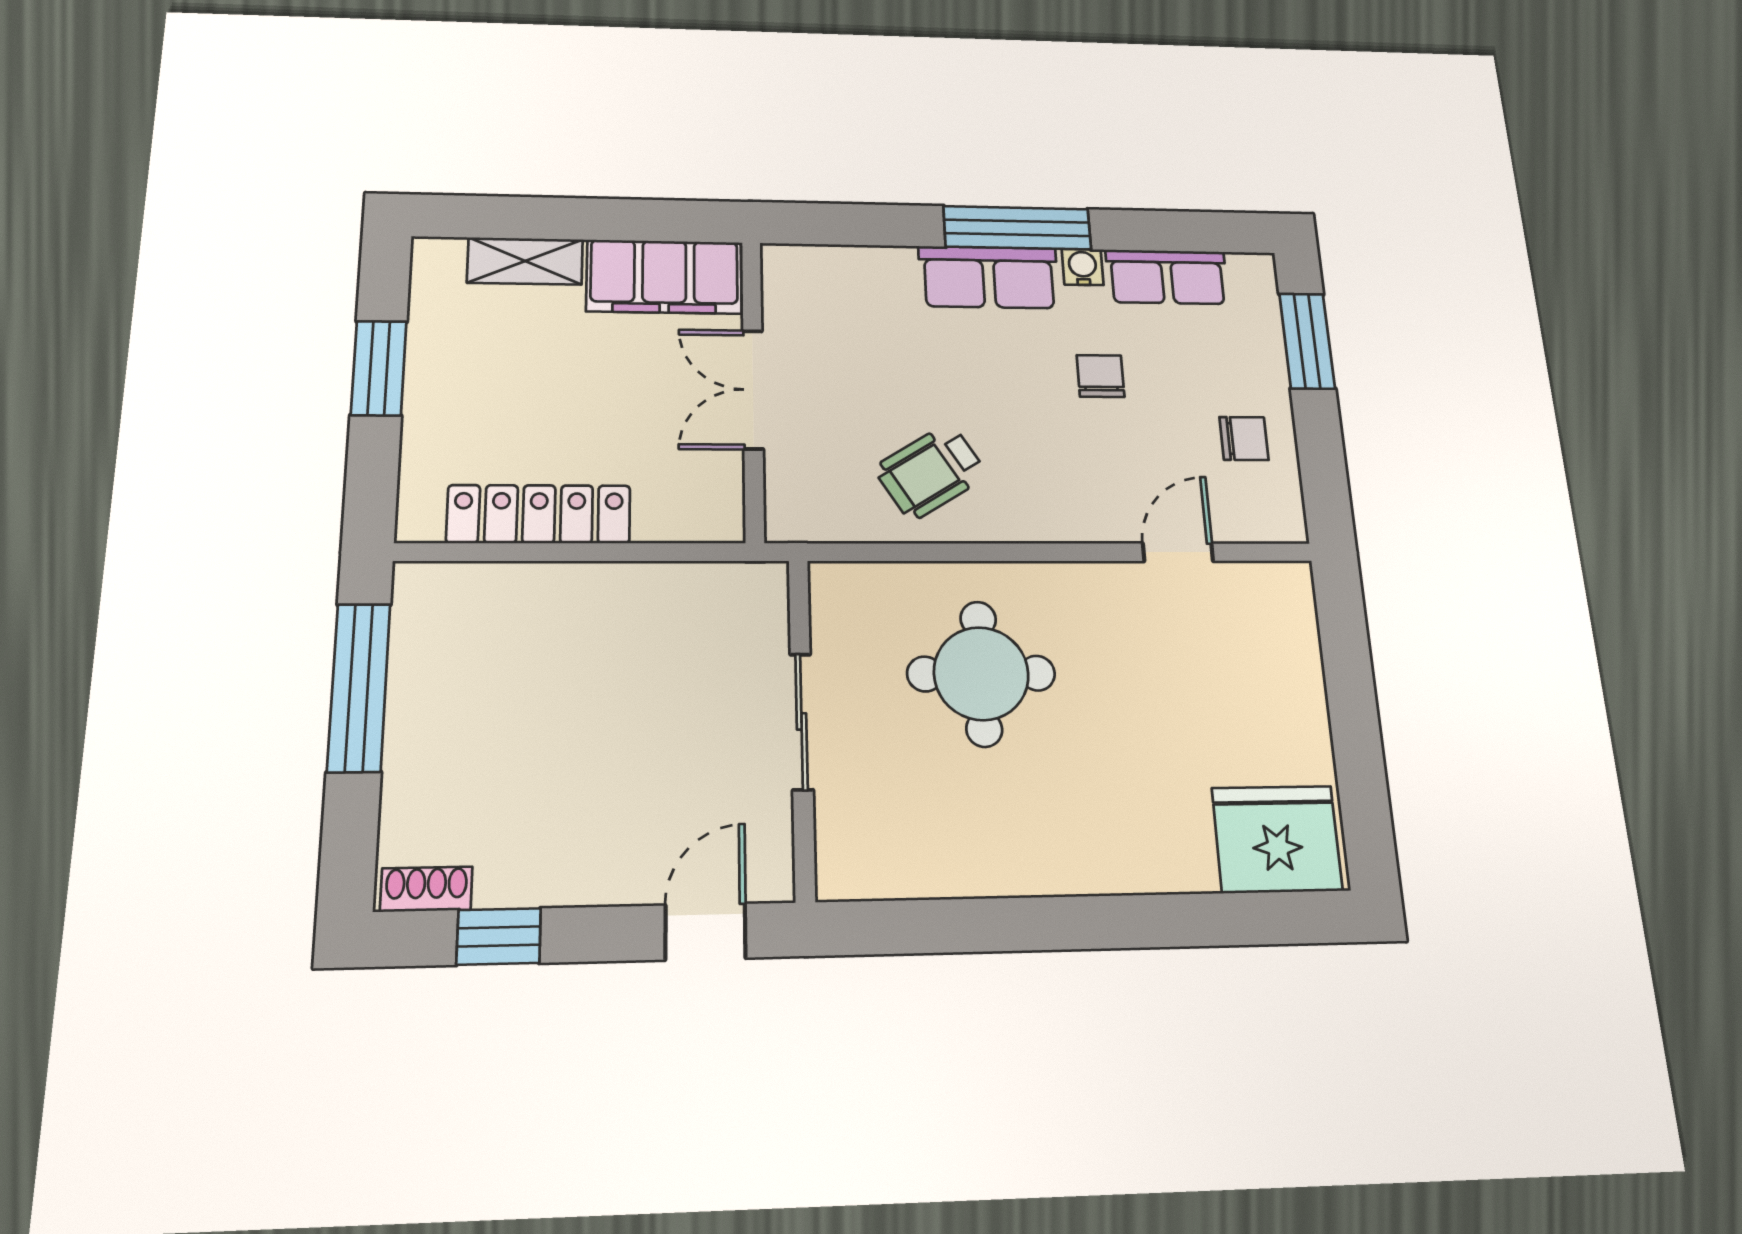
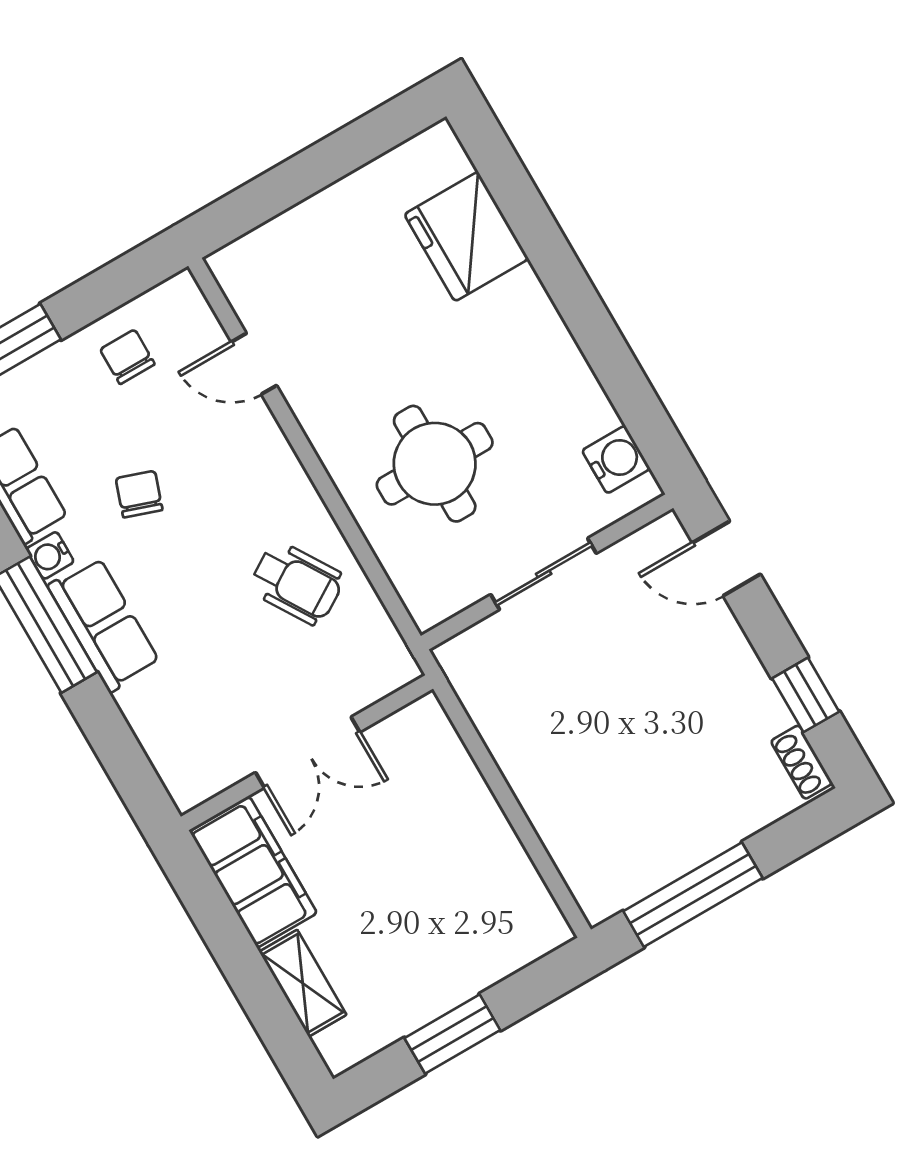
chair: (1101, 376) -> (139, 494), turned 109
locker: (539, 514) -> (497, 850), removed
fridge: (1277, 839) -> (466, 236), moved
water cooler: (883, 869) -> (616, 459), added

